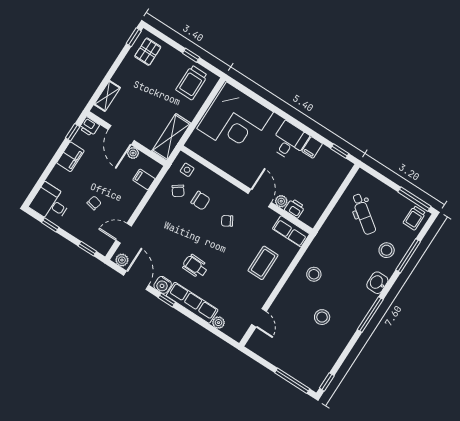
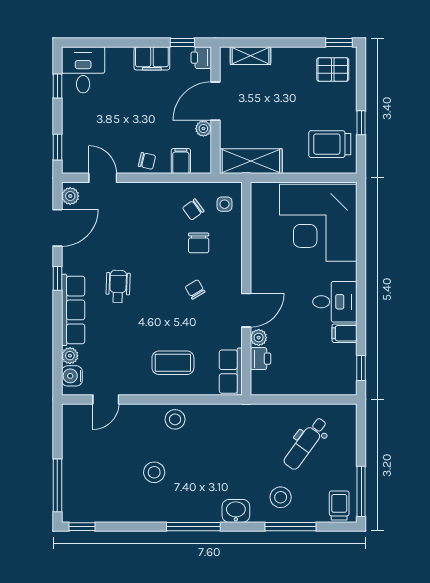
chair: (94, 203) -> (147, 161), moved
trolley: (414, 218) -> (339, 505), turned 90
stool: (314, 274) -> (175, 419), moved
water cooler: (163, 285) -> (72, 376), moved

